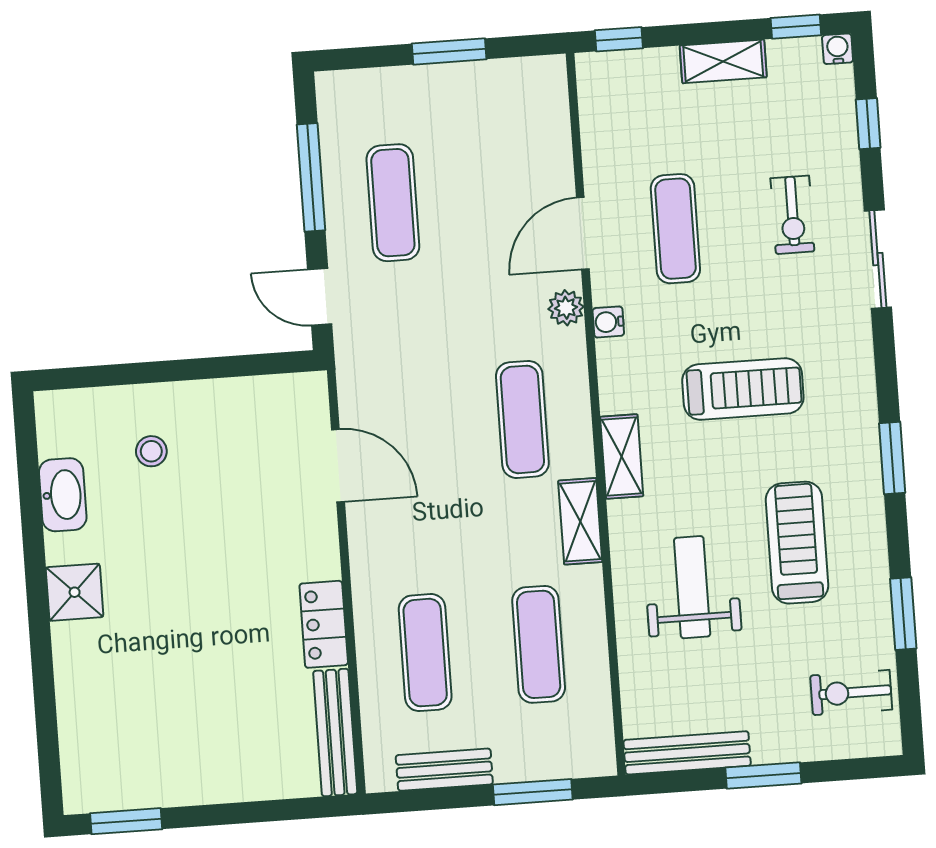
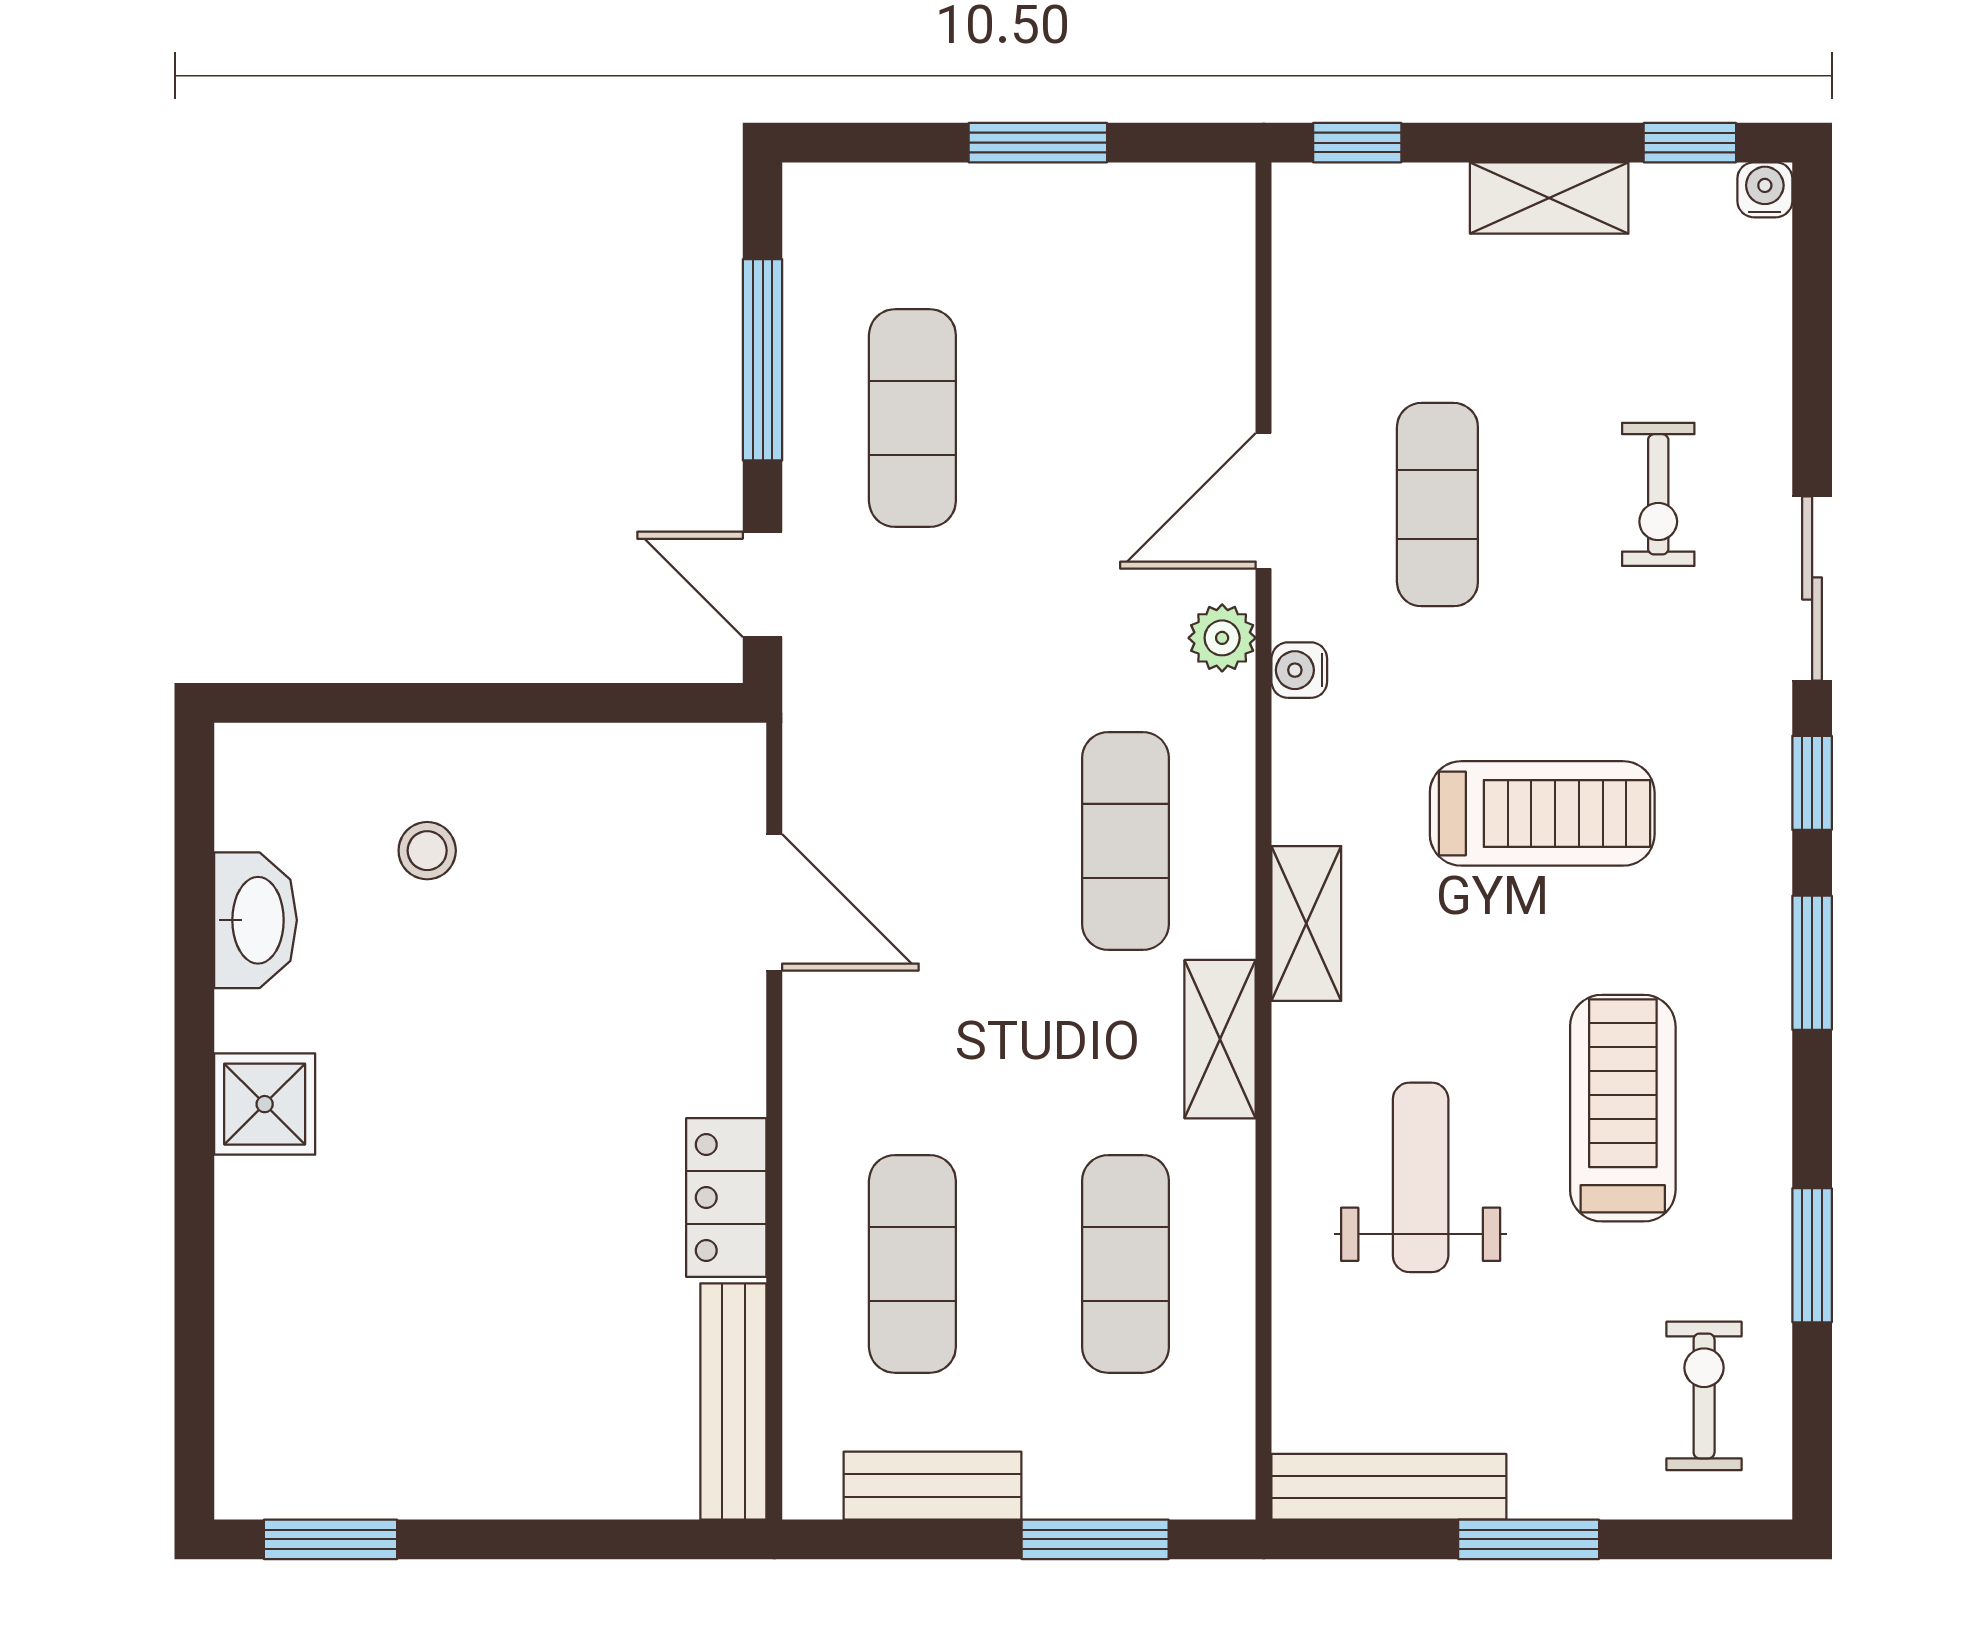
window: (868, 124) -> (1812, 783), moved
exercise bike: (851, 693) -> (1704, 1396), turned 90

